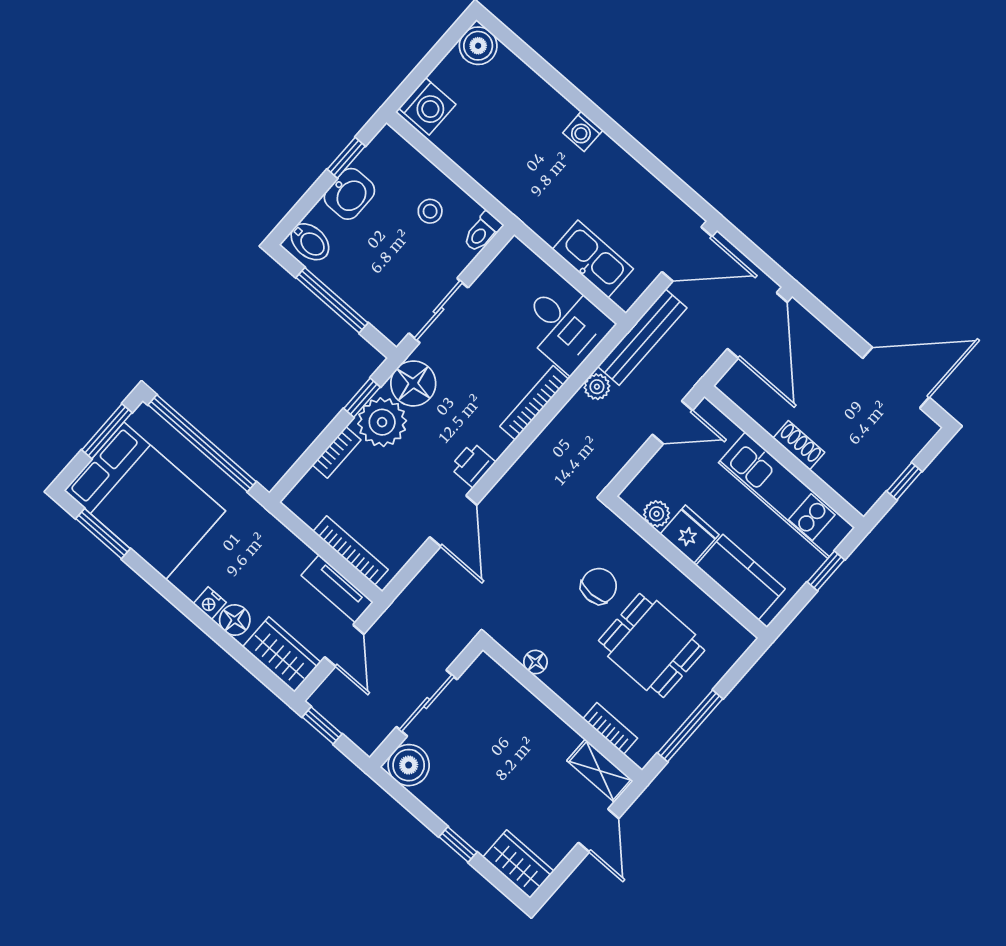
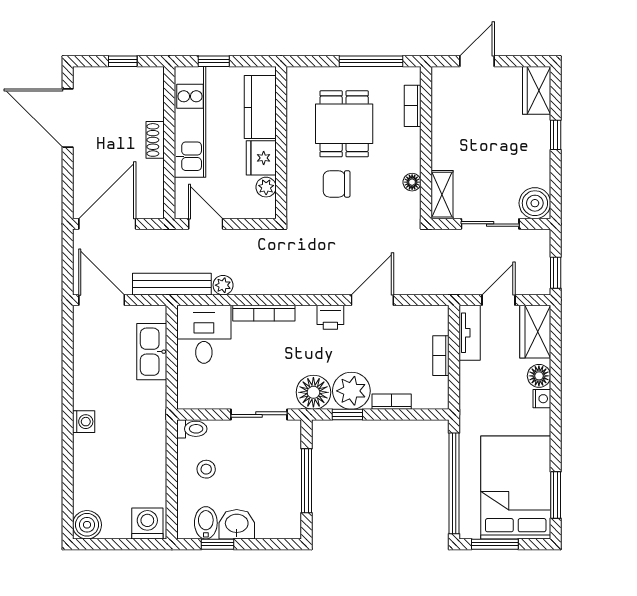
bidet: (310, 242) -> (206, 523), moved
bookcase: (351, 551) -> (441, 356), width x0.64
shelving: (600, 771) -> (442, 195), moved

